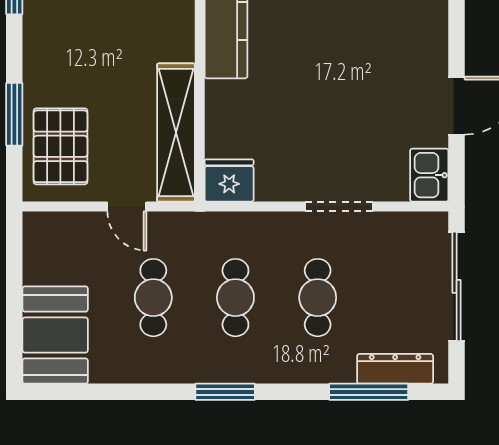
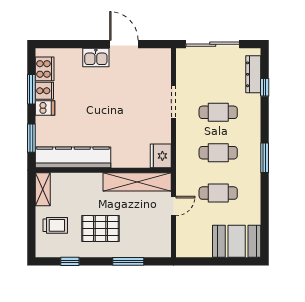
pallet: (60, 146) -> (101, 229), moved
kitchen sink: (429, 175) -> (96, 58), moved
window: (369, 392) -> (265, 87), width x0.46

